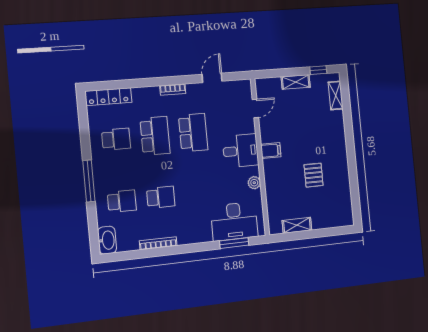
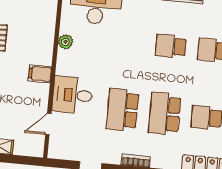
desk: (241, 151) -> (73, 95), moved

